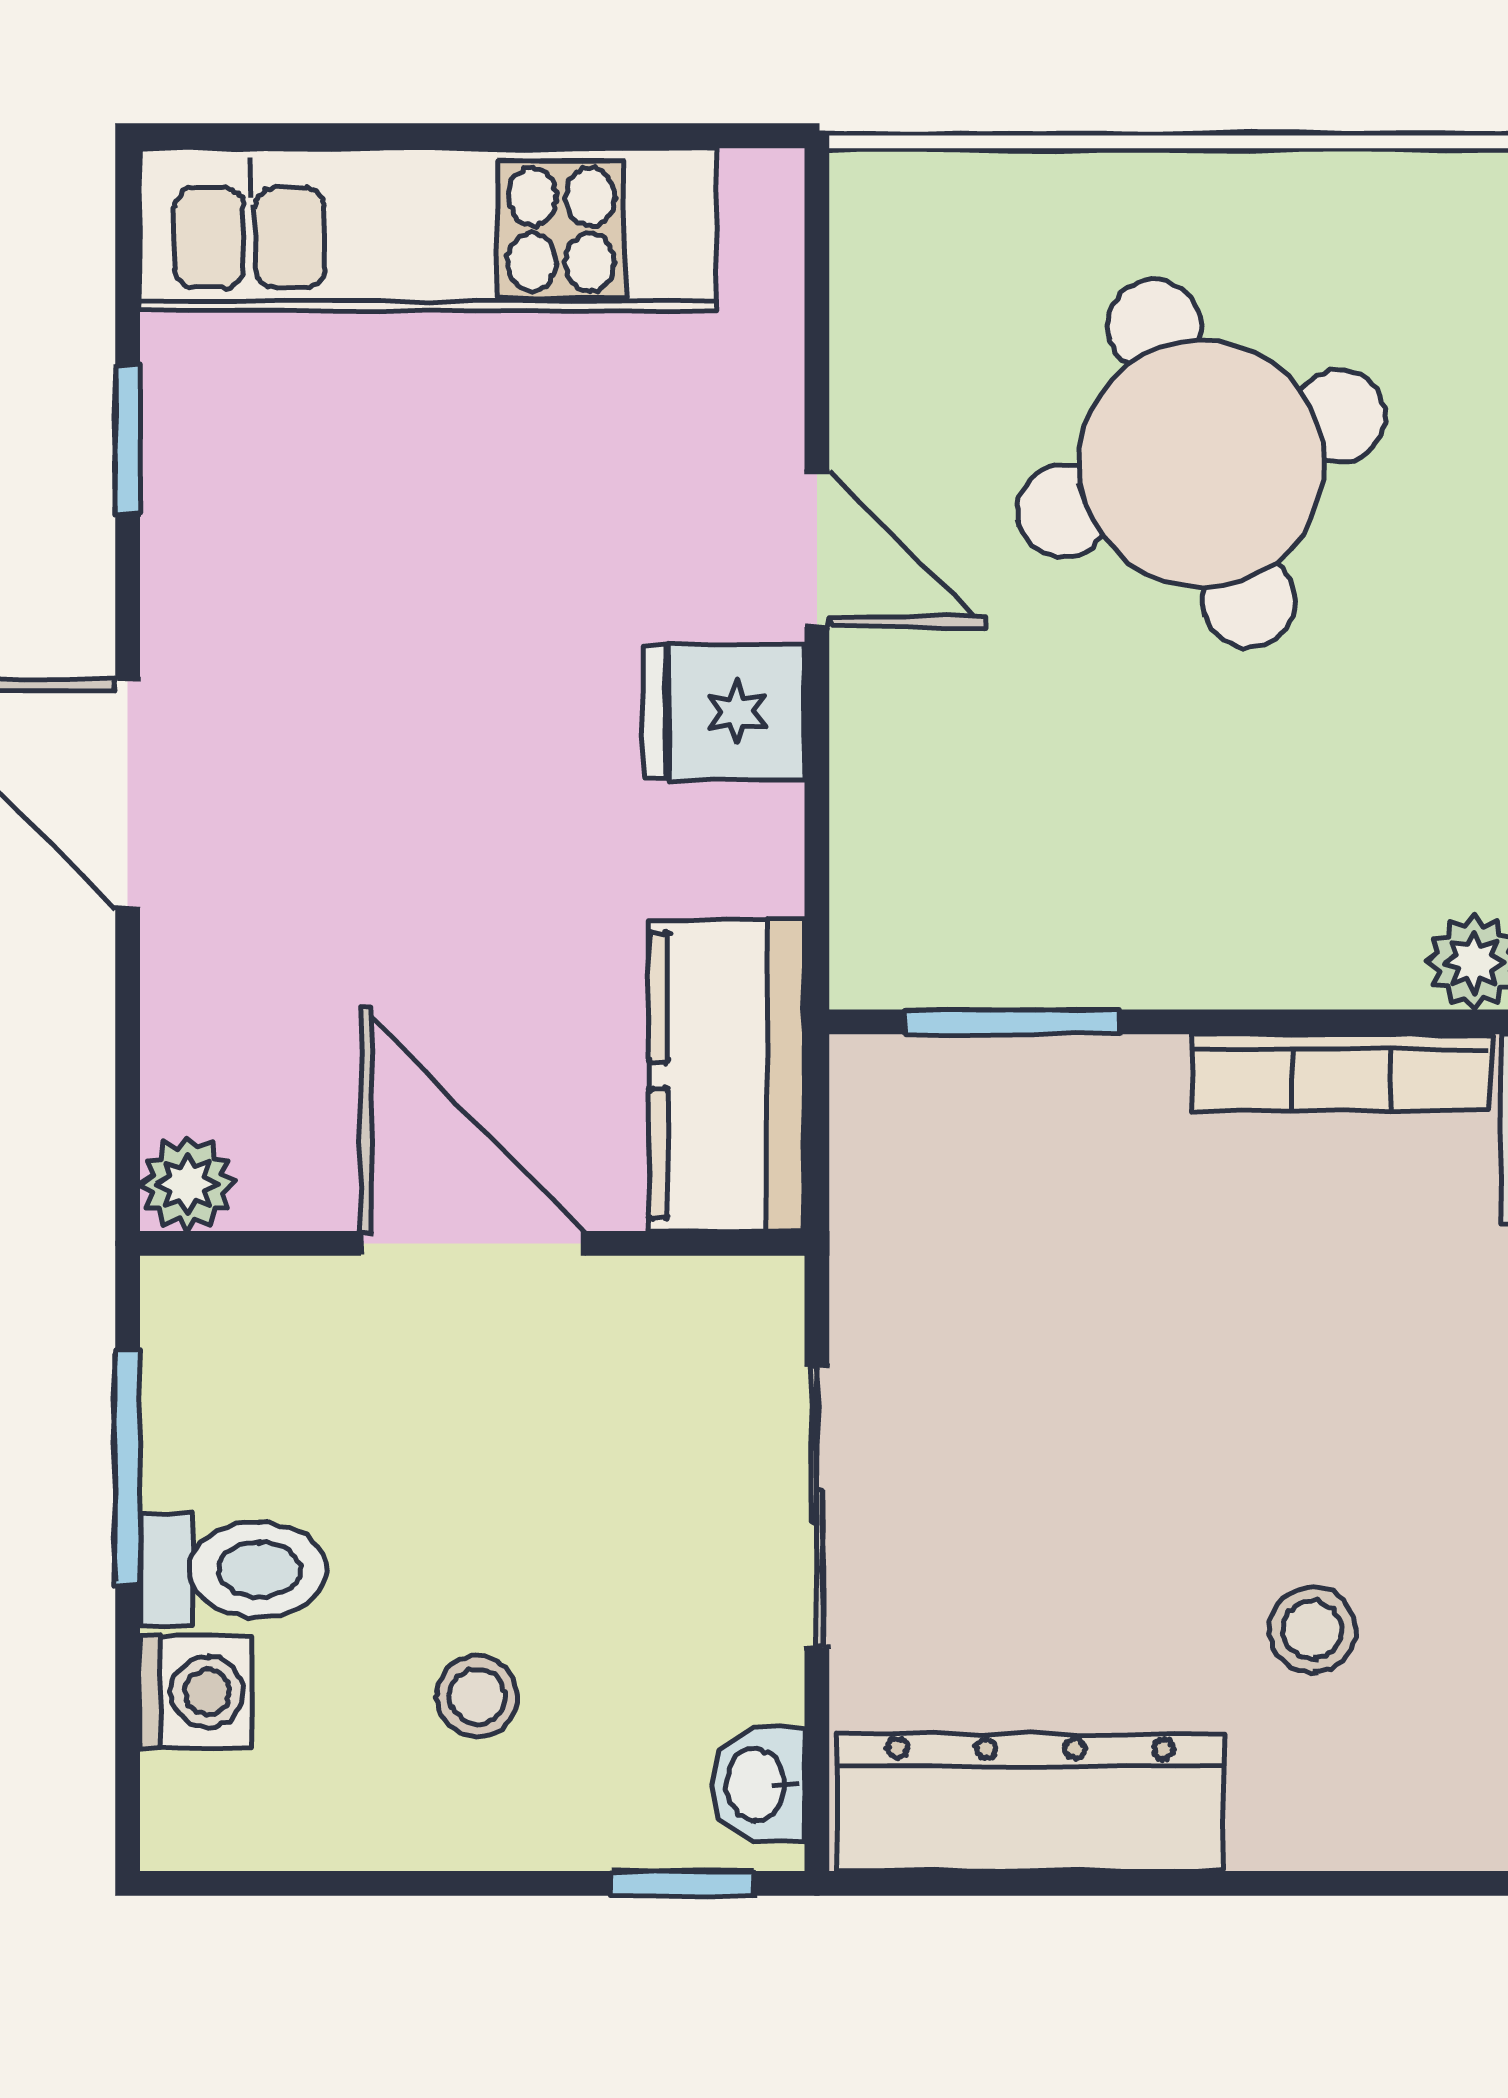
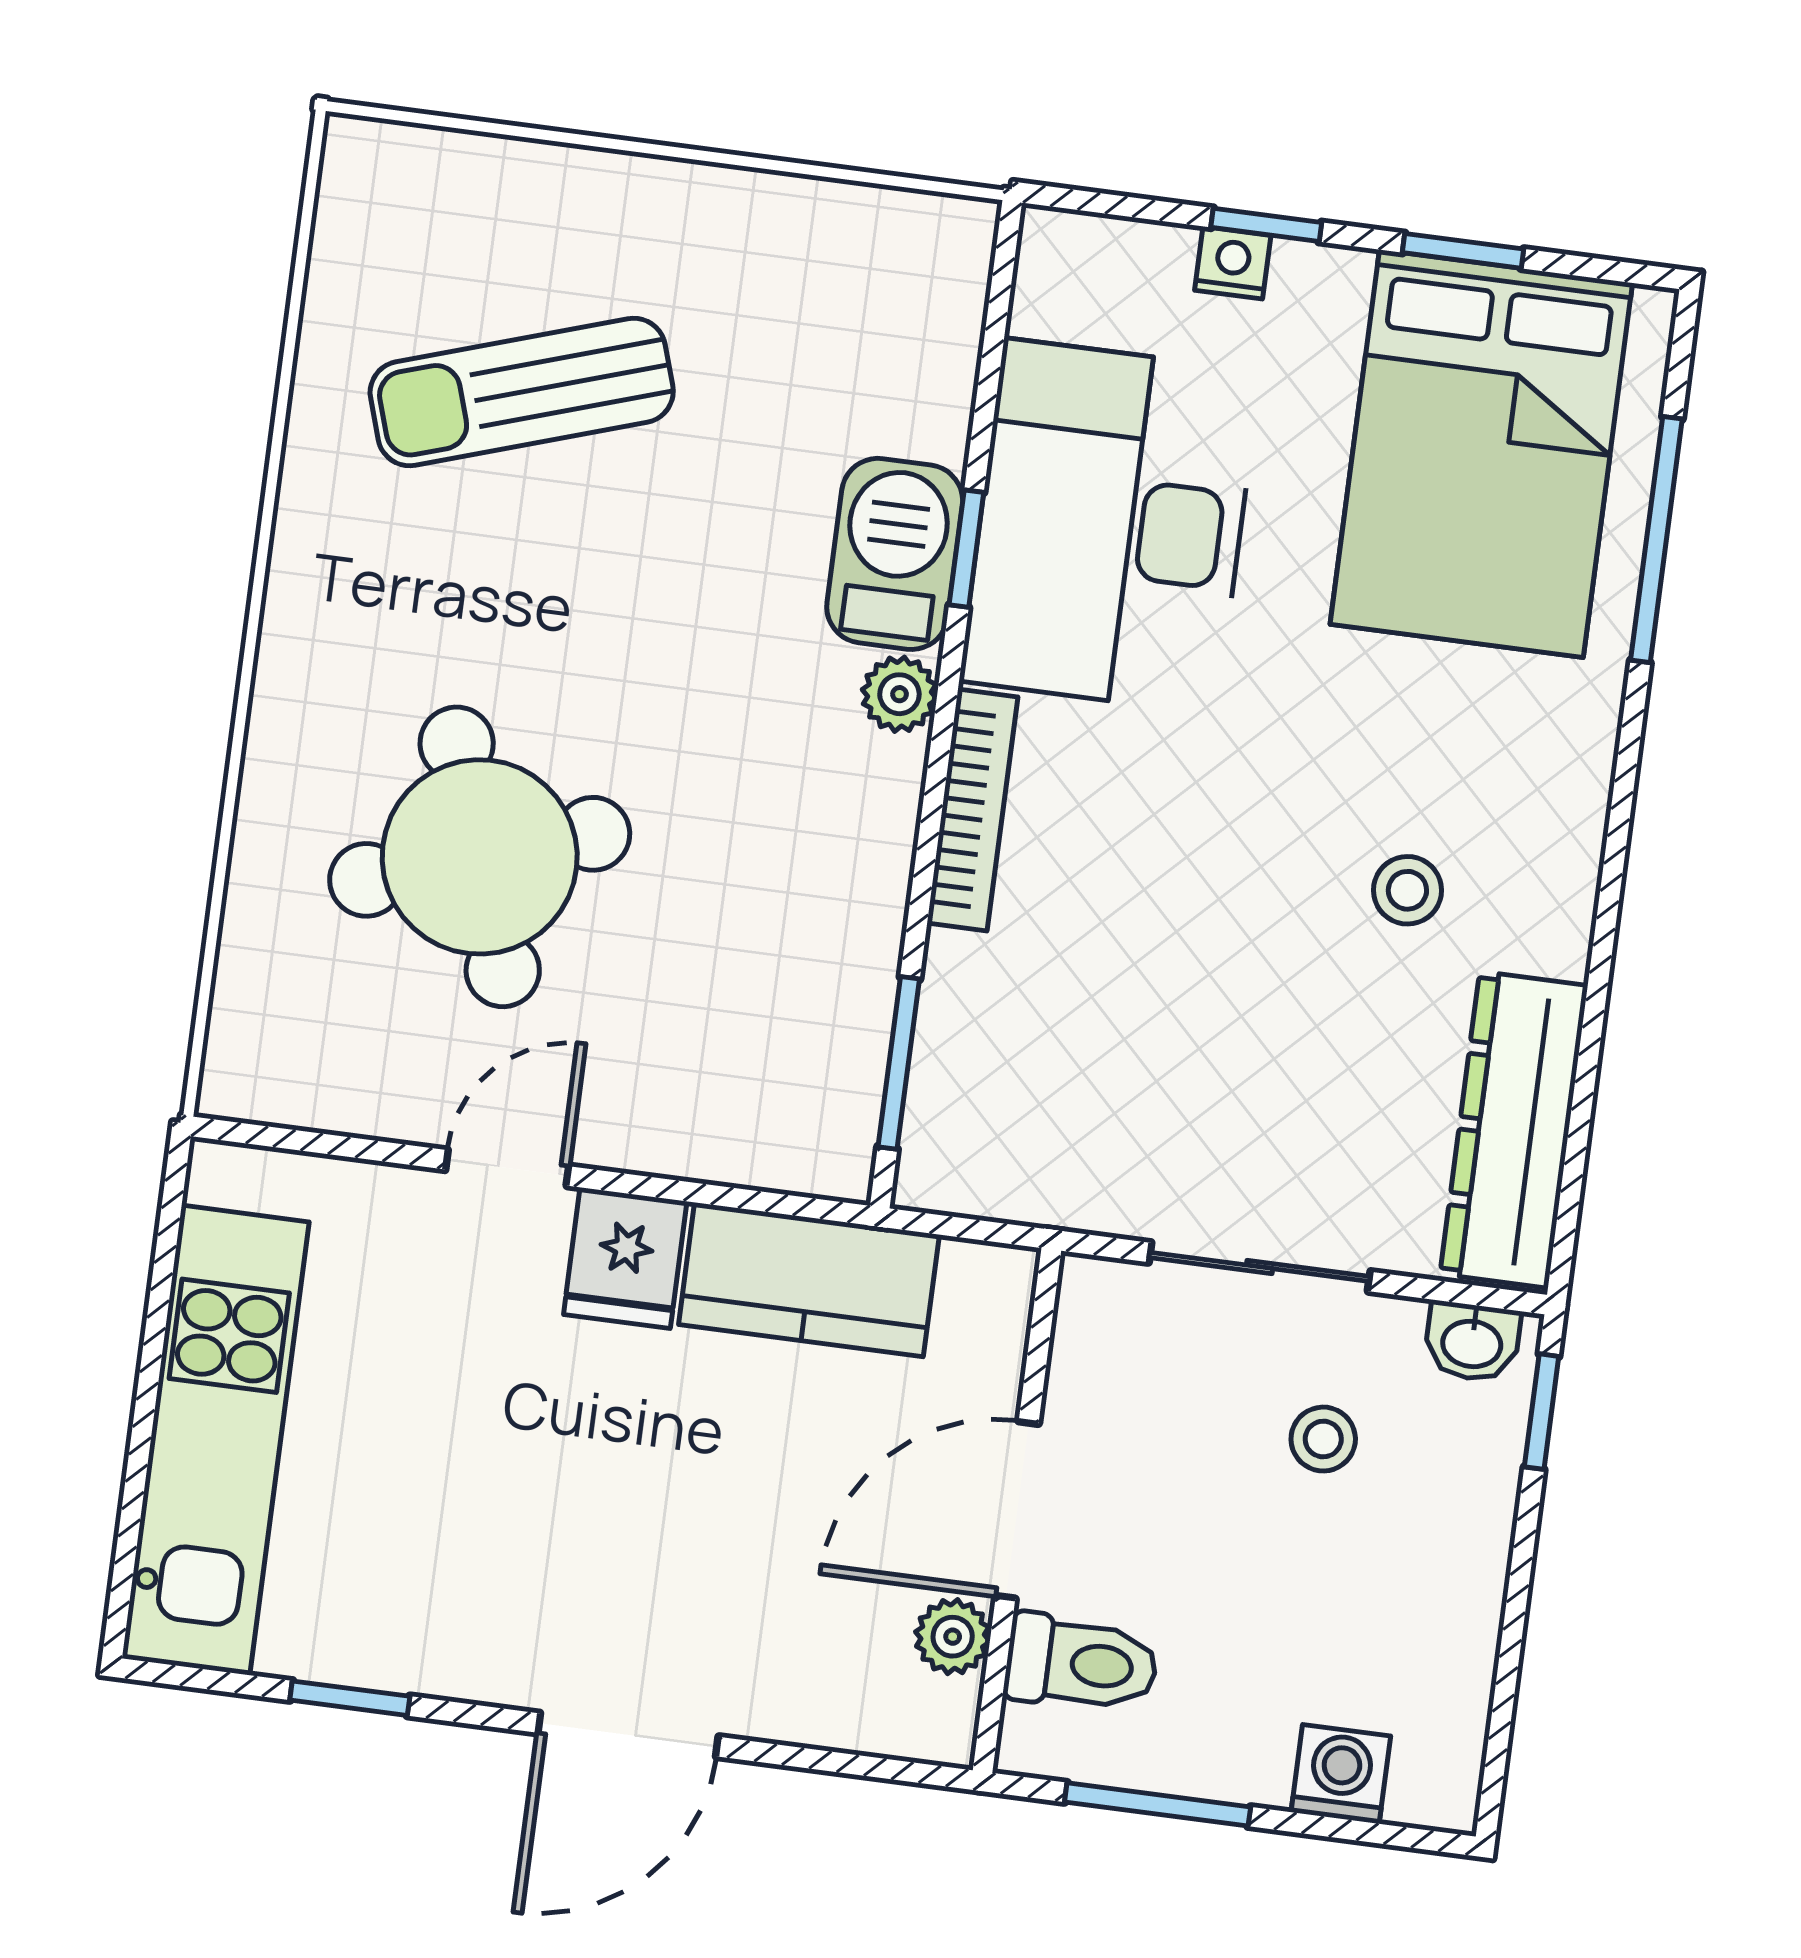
kitchen counter: (727, 1075) -> (809, 1280), moved
plant: (187, 1184) -> (953, 1637), moved
toilet: (233, 1570) -> (1081, 1663), moved, turned 90
stool: (477, 1696) -> (1323, 1439), moved

